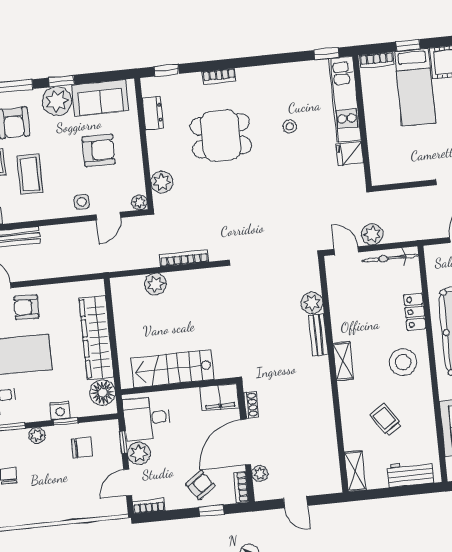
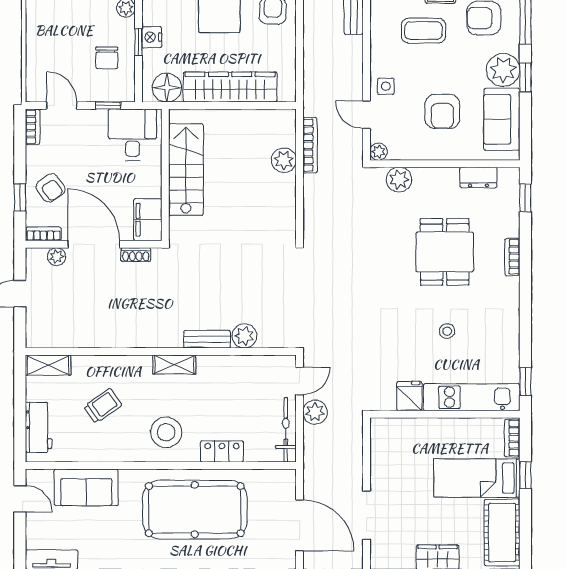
bookcase: (184, 258) -> (310, 145), moved
plant: (139, 453) -> (94, 122), removed

